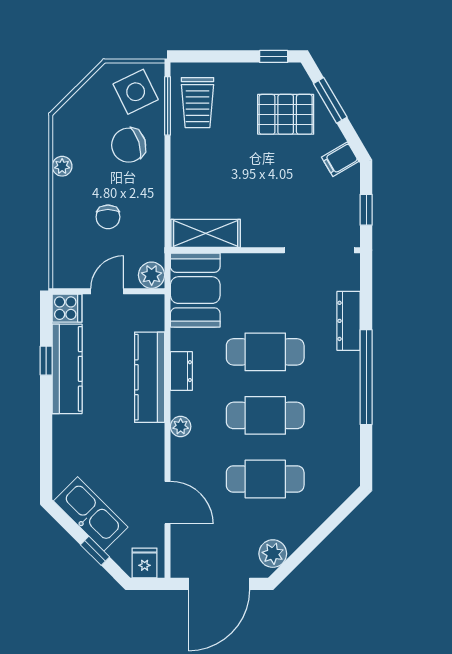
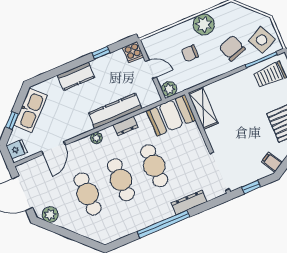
plant: (62, 166) -> (204, 24), width x1.88, depth x1.88
kitchen counter: (67, 369) -> (76, 76), moved, width x0.67

